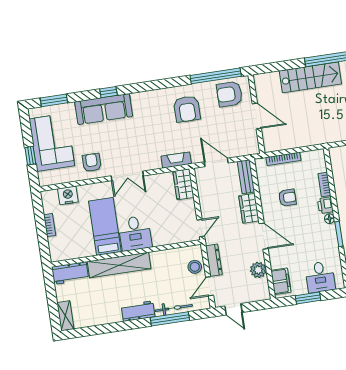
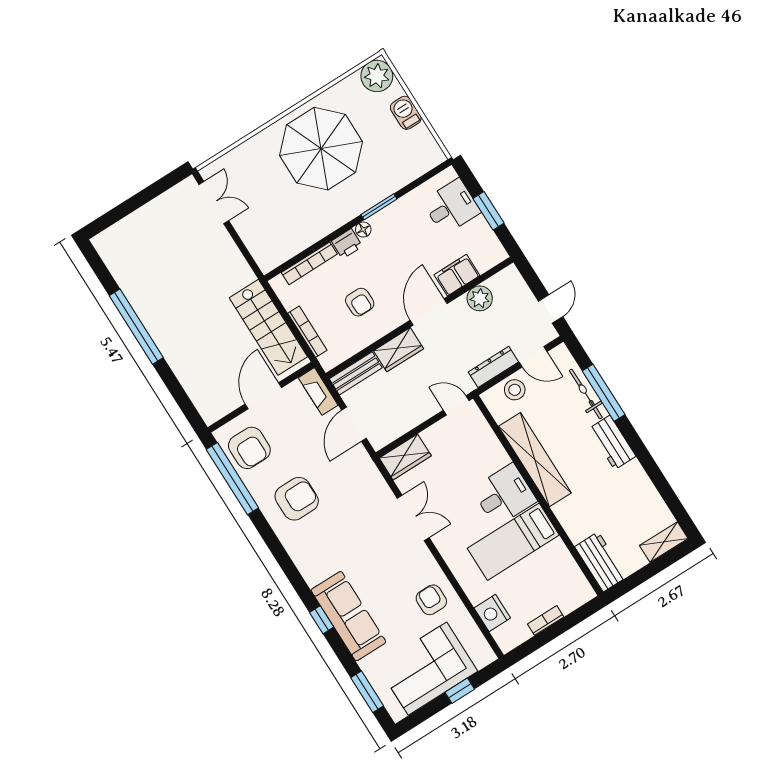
stairs: (310, 77) -> (268, 327), moved, turned 180
fireplace: (176, 160) -> (318, 391), moved
armchair: (92, 163) -> (431, 600), turned 90
double door: (127, 176) -> (413, 518), moved
bookcase: (325, 184) -> (309, 263), width x1.56
armchair: (287, 198) -> (360, 302), turned 180
shelving: (119, 265) -> (535, 460), moved
filing cabinet: (281, 281) -> (457, 275), moved

